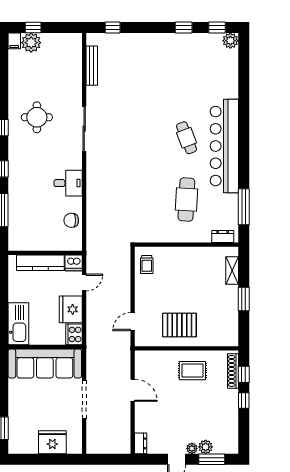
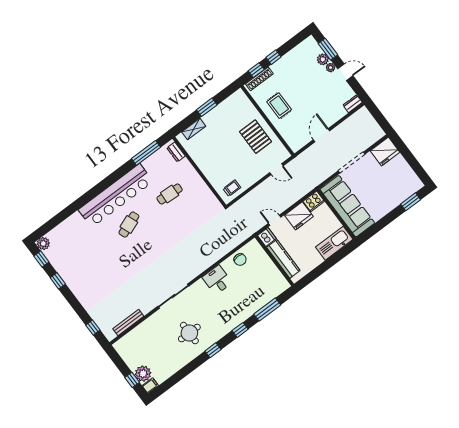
cafe table: (186, 200) -> (170, 194), width x0.73, depth x0.74
fridge: (52, 442) -> (385, 152), moved, turned -90

